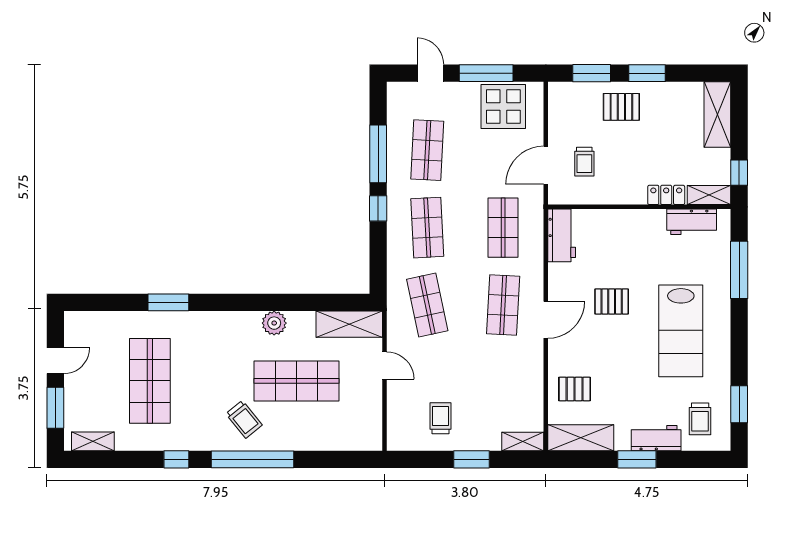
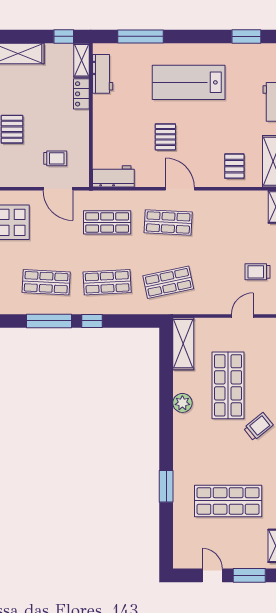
lab bench: (681, 331) -> (189, 82), turned 180
door: (385, 365) -> (242, 316), moved
trolley: (700, 419) -> (258, 67), removed

